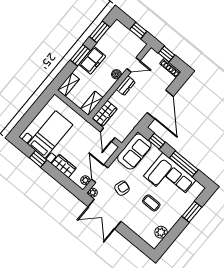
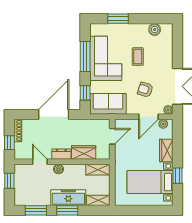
freezer: (92, 60) -> (68, 198), width x1.40
wardrobe: (105, 113) -> (84, 153), moved

